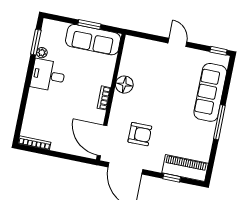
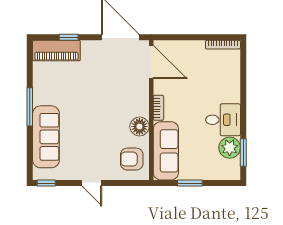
sofa: (93, 40) -> (166, 151), moved, turned 90
plant: (42, 53) -> (230, 148), width x1.87, depth x1.87
armchair: (140, 134) -> (132, 159), moved

